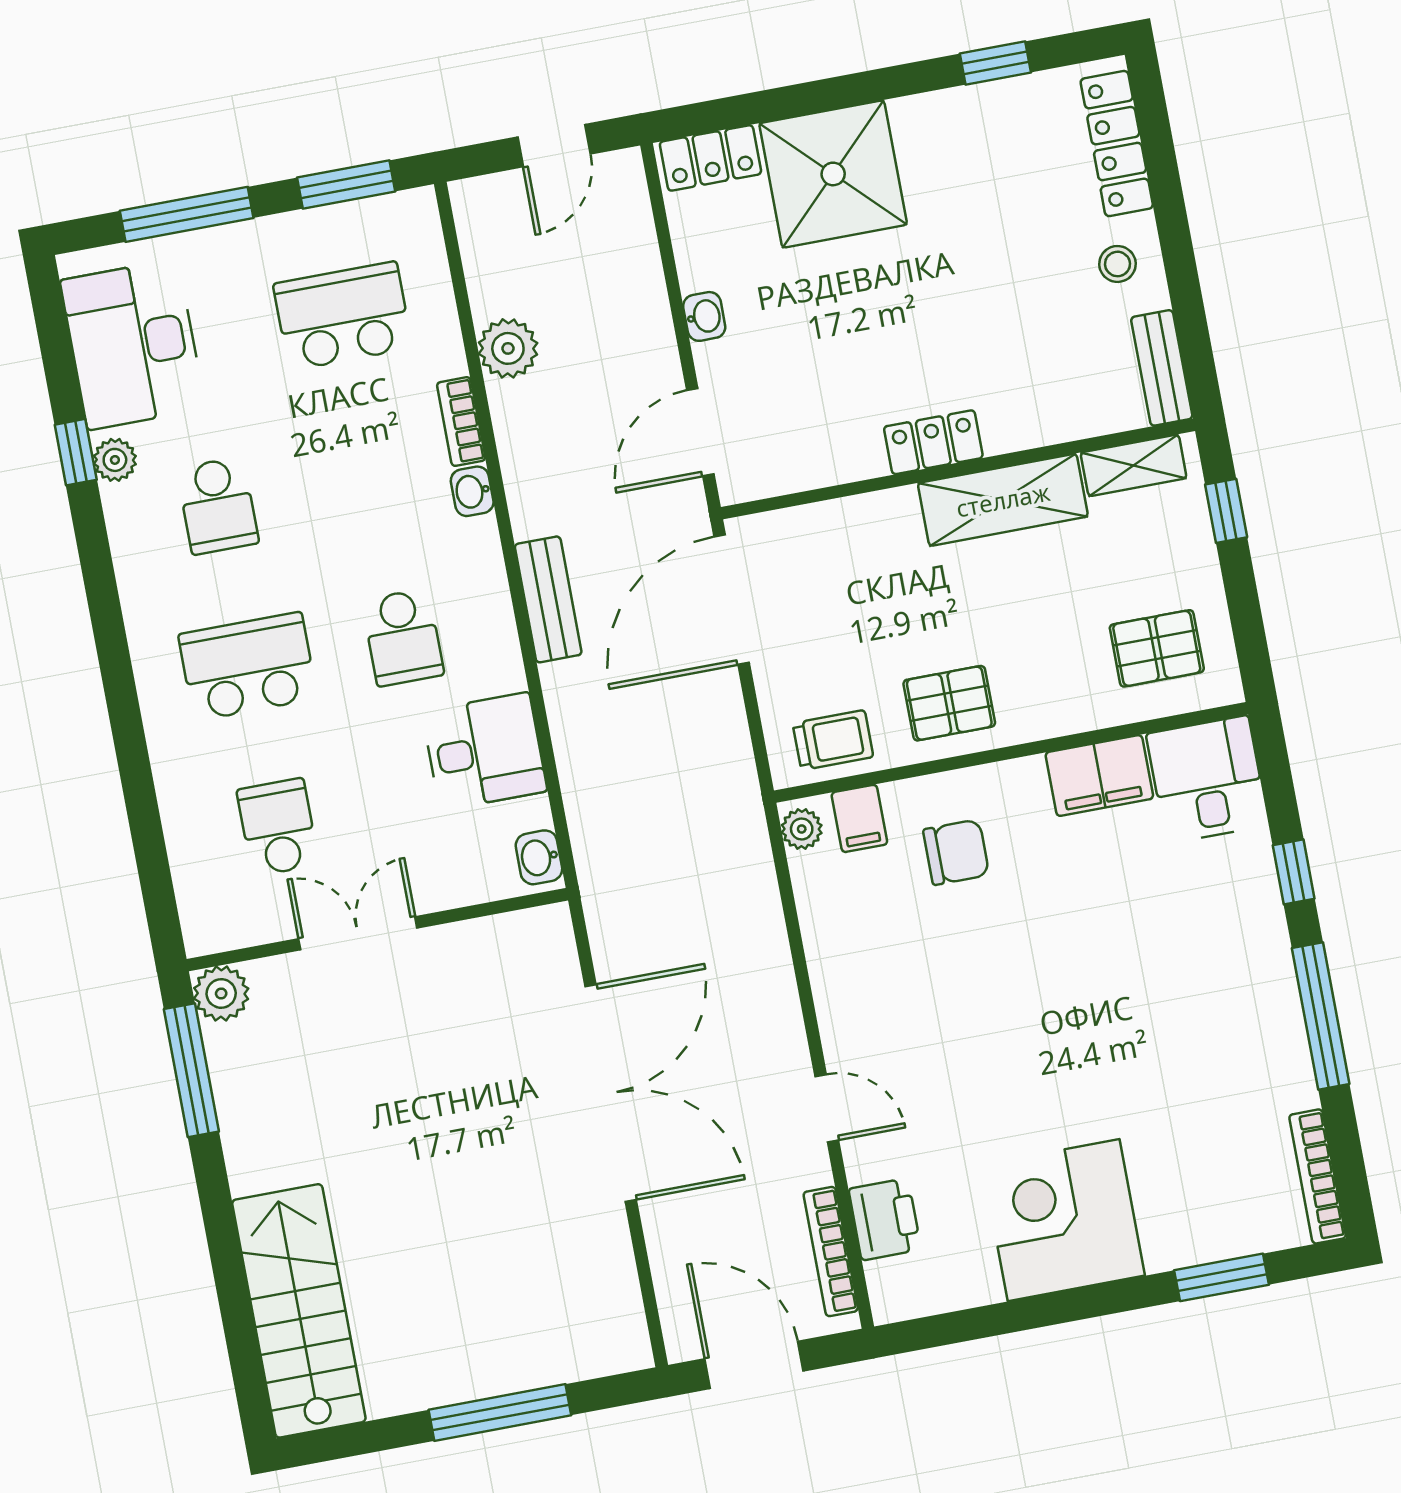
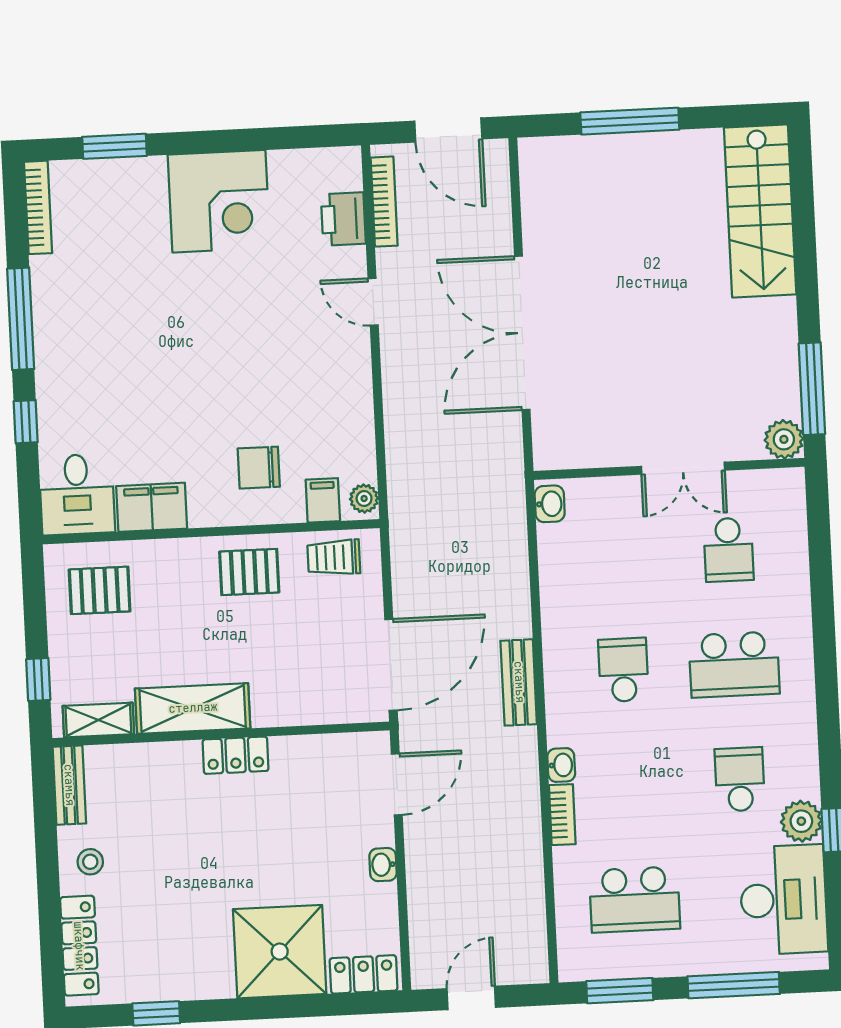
plant: (508, 348) -> (523, 861), removed
plant: (115, 460) -> (801, 821), width x1.38, depth x1.38
desk: (484, 751) -> (577, 583), removed

